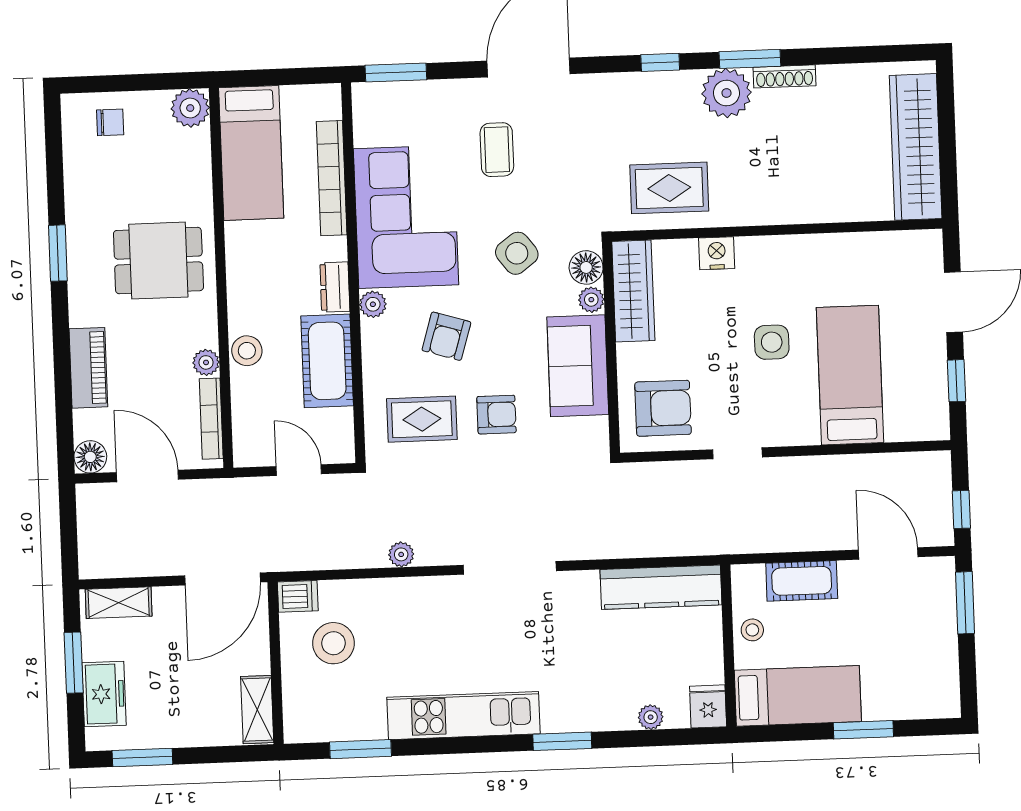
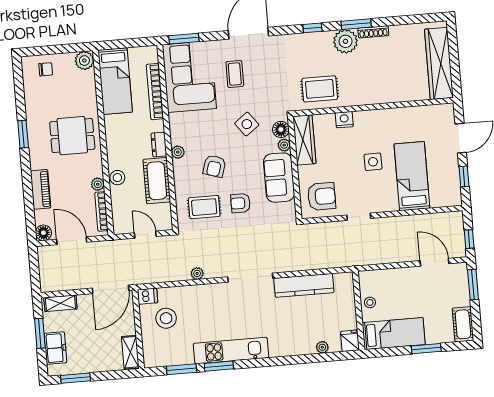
corner sofa: (406, 217) -> (189, 77), moved
armchair: (496, 415) -> (240, 203), turned 180
cot: (802, 581) -> (463, 324), moved, turned 90
kitchen counter: (661, 587) -> (304, 285), moved
window: (562, 741) -> (219, 366), moved

